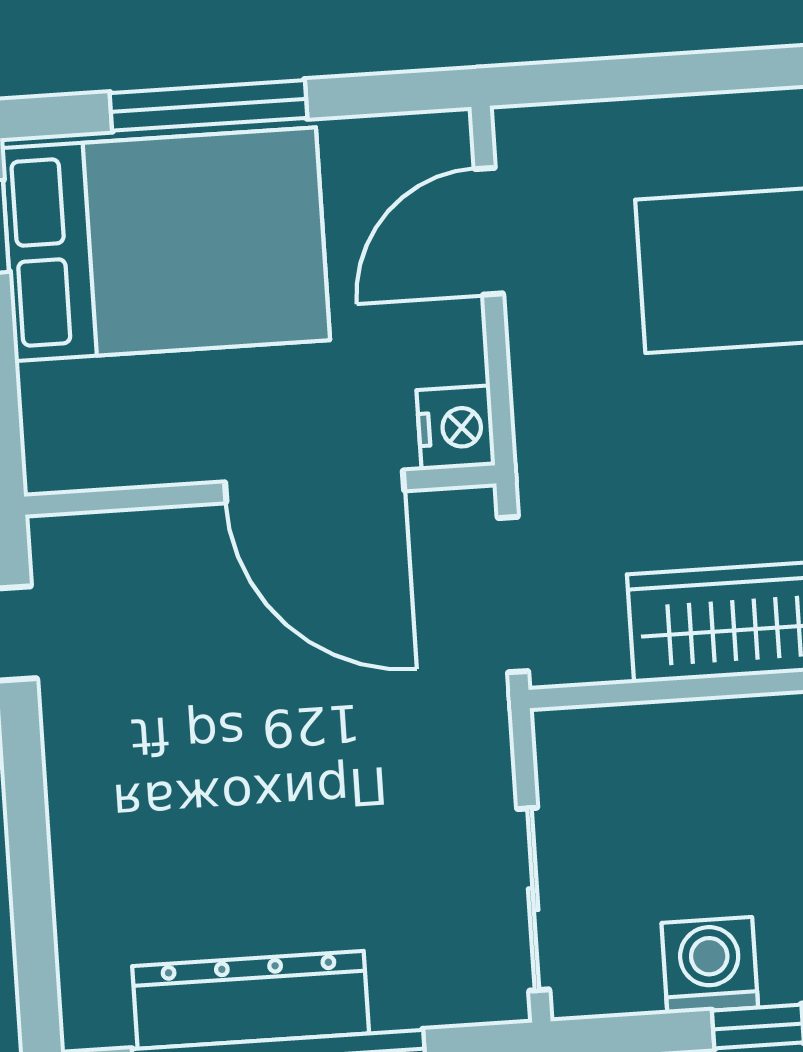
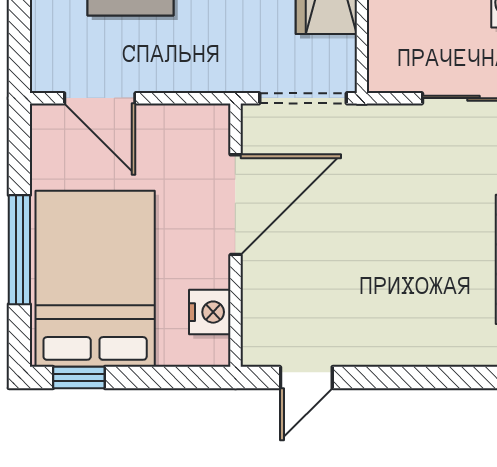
nightstand: (456, 428) -> (210, 312), moved, turned 90

